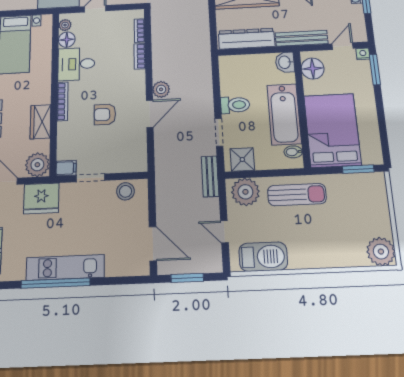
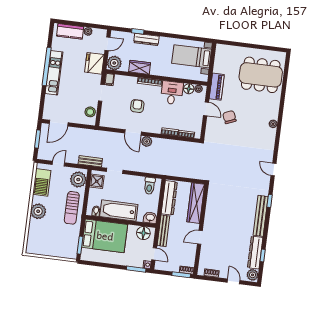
toilet: (235, 105) -> (149, 186), moved
plant: (381, 252) -> (38, 211), moved

